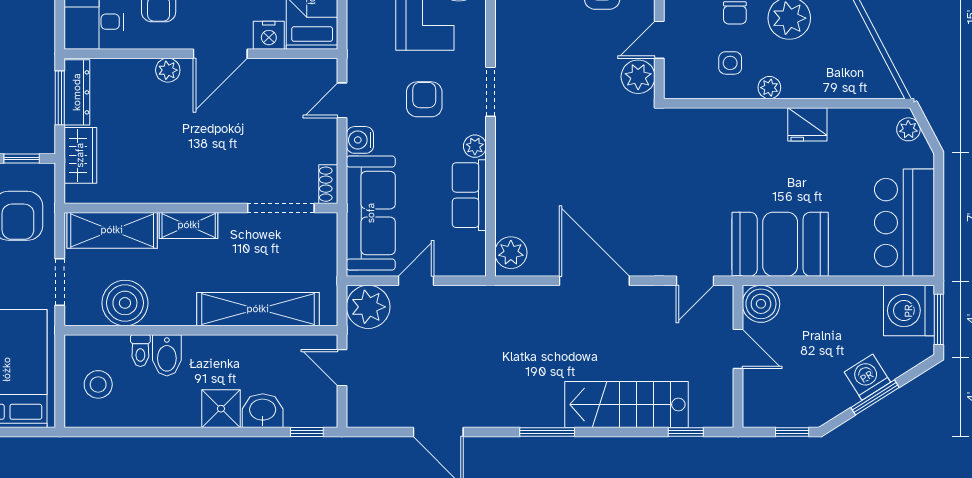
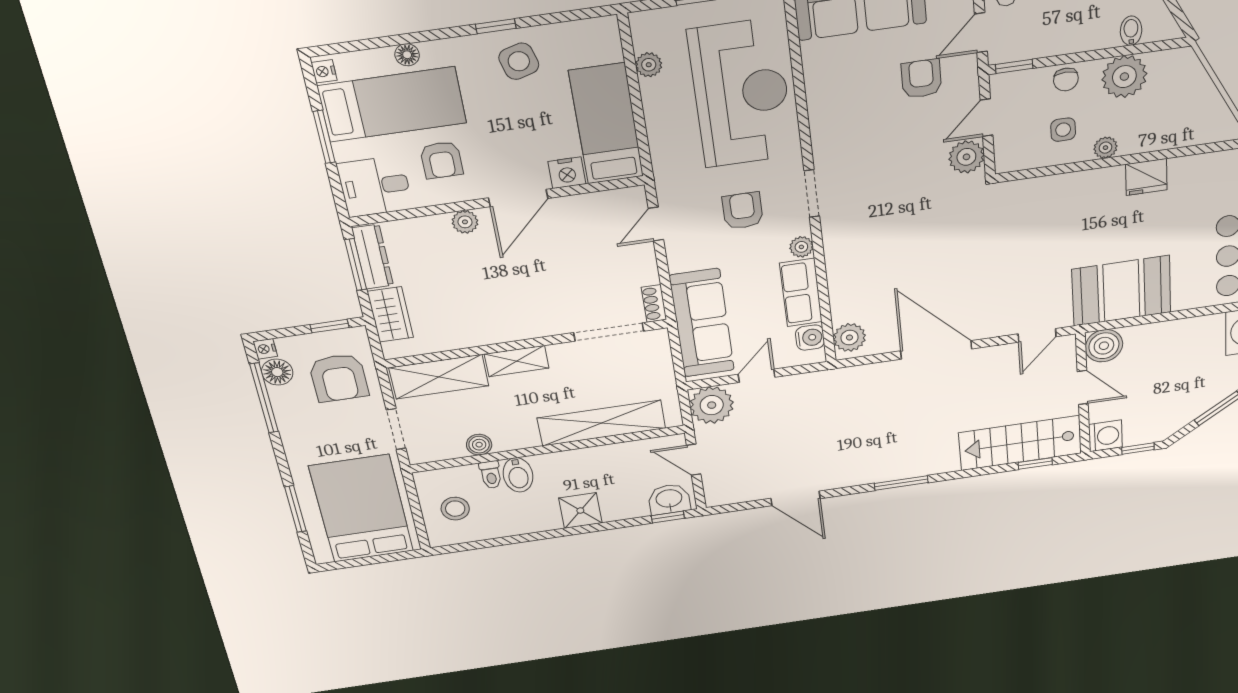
water cooler: (360, 140) -> (810, 338), moved, turned 180
boiler: (125, 303) -> (479, 445), width x0.54, depth x0.54
washing machine: (867, 377) -> (1105, 436), moved, turned 122
stairs: (627, 404) -> (1020, 443), moved
washbasin: (263, 411) -> (669, 499), moved

